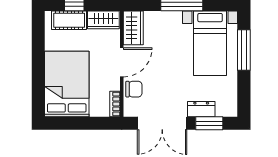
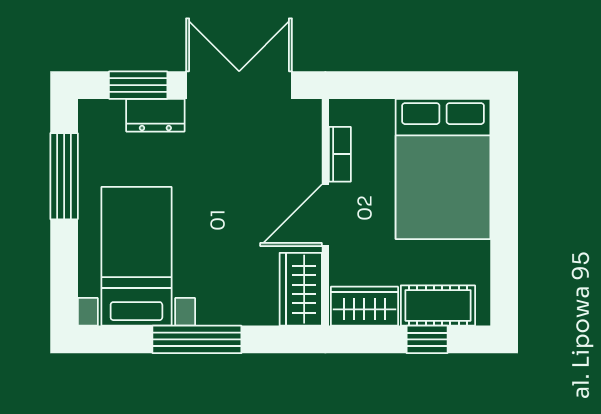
window: (244, 50) -> (64, 176), moved
chair: (134, 89) -> (299, 158), removed
bookcase: (115, 104) -> (340, 154), moved

